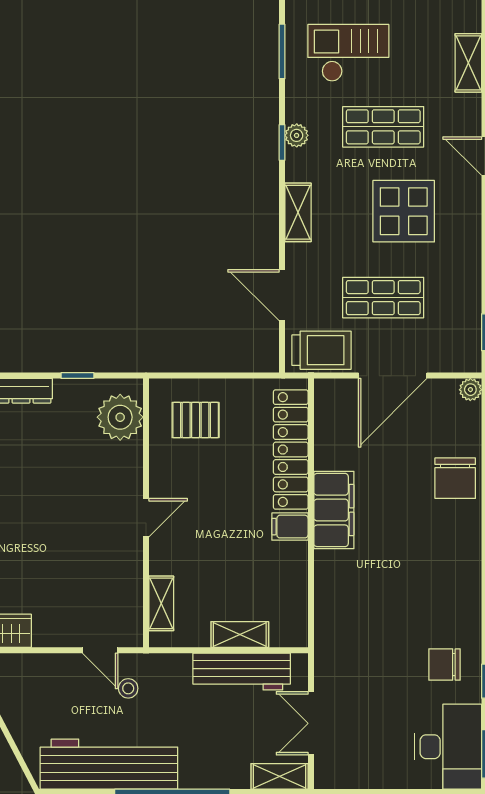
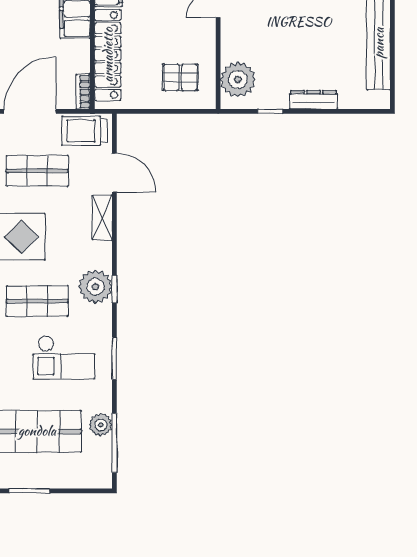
plant: (297, 135) -> (96, 287), width x1.87, depth x1.87
shelving: (298, 212) -> (102, 217), moved
bookcase: (323, 401) -> (83, 92), added

